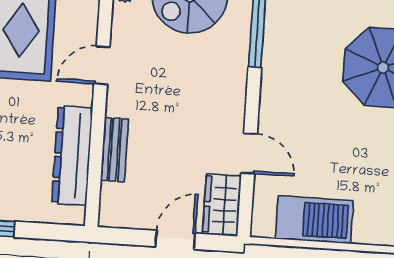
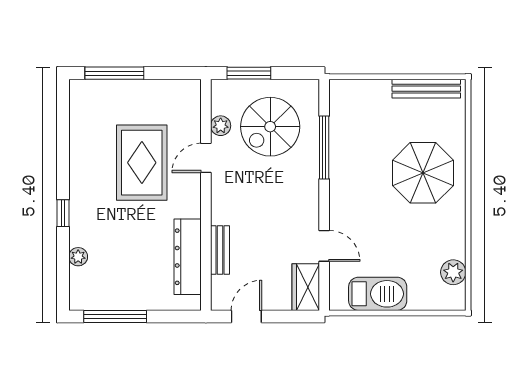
door: (102, 65) -> (206, 158), moved
door: (175, 240) -> (246, 316), moved

